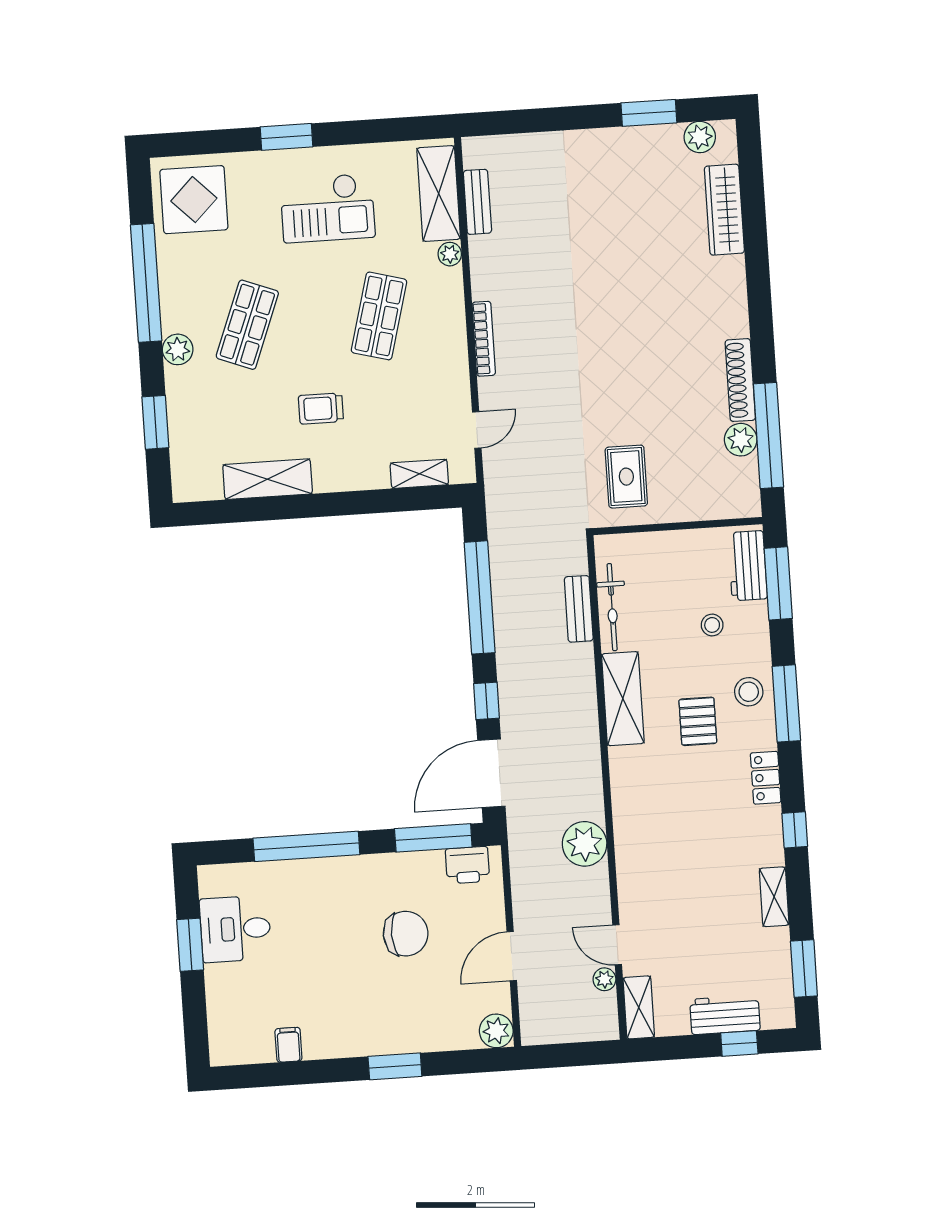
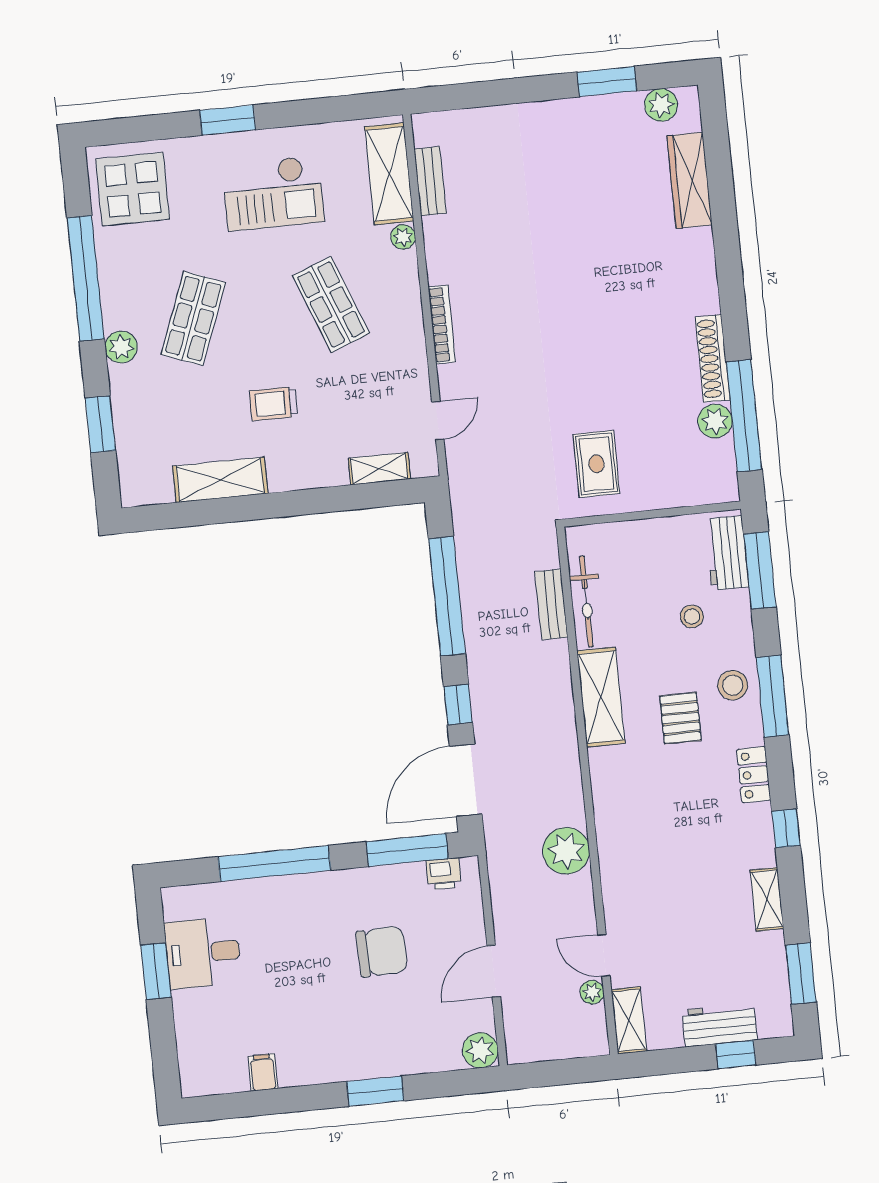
shop shelf: (379, 316) -> (331, 304), turned -36
printer: (467, 865) -> (444, 874), width x0.73, depth x0.81

